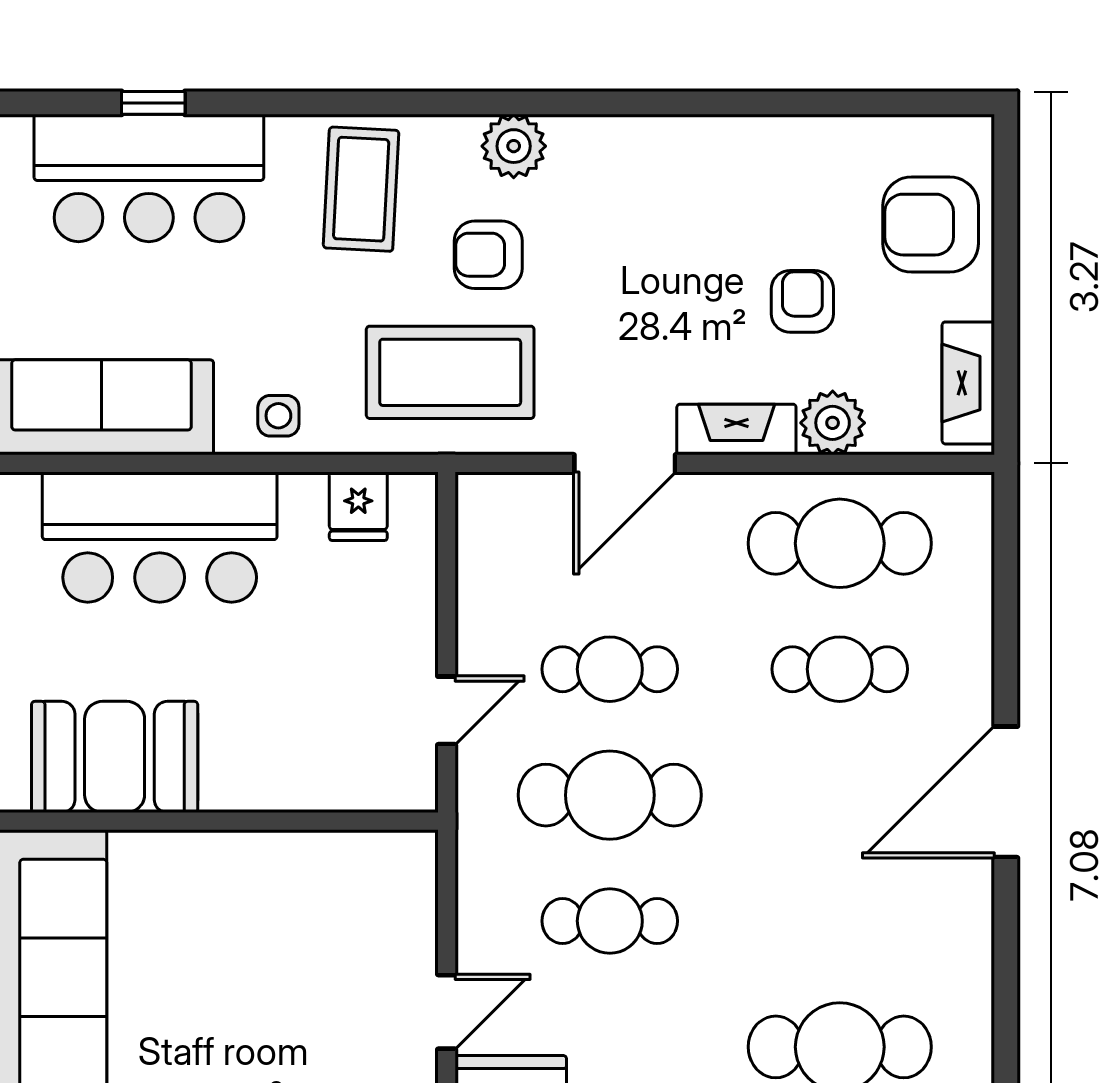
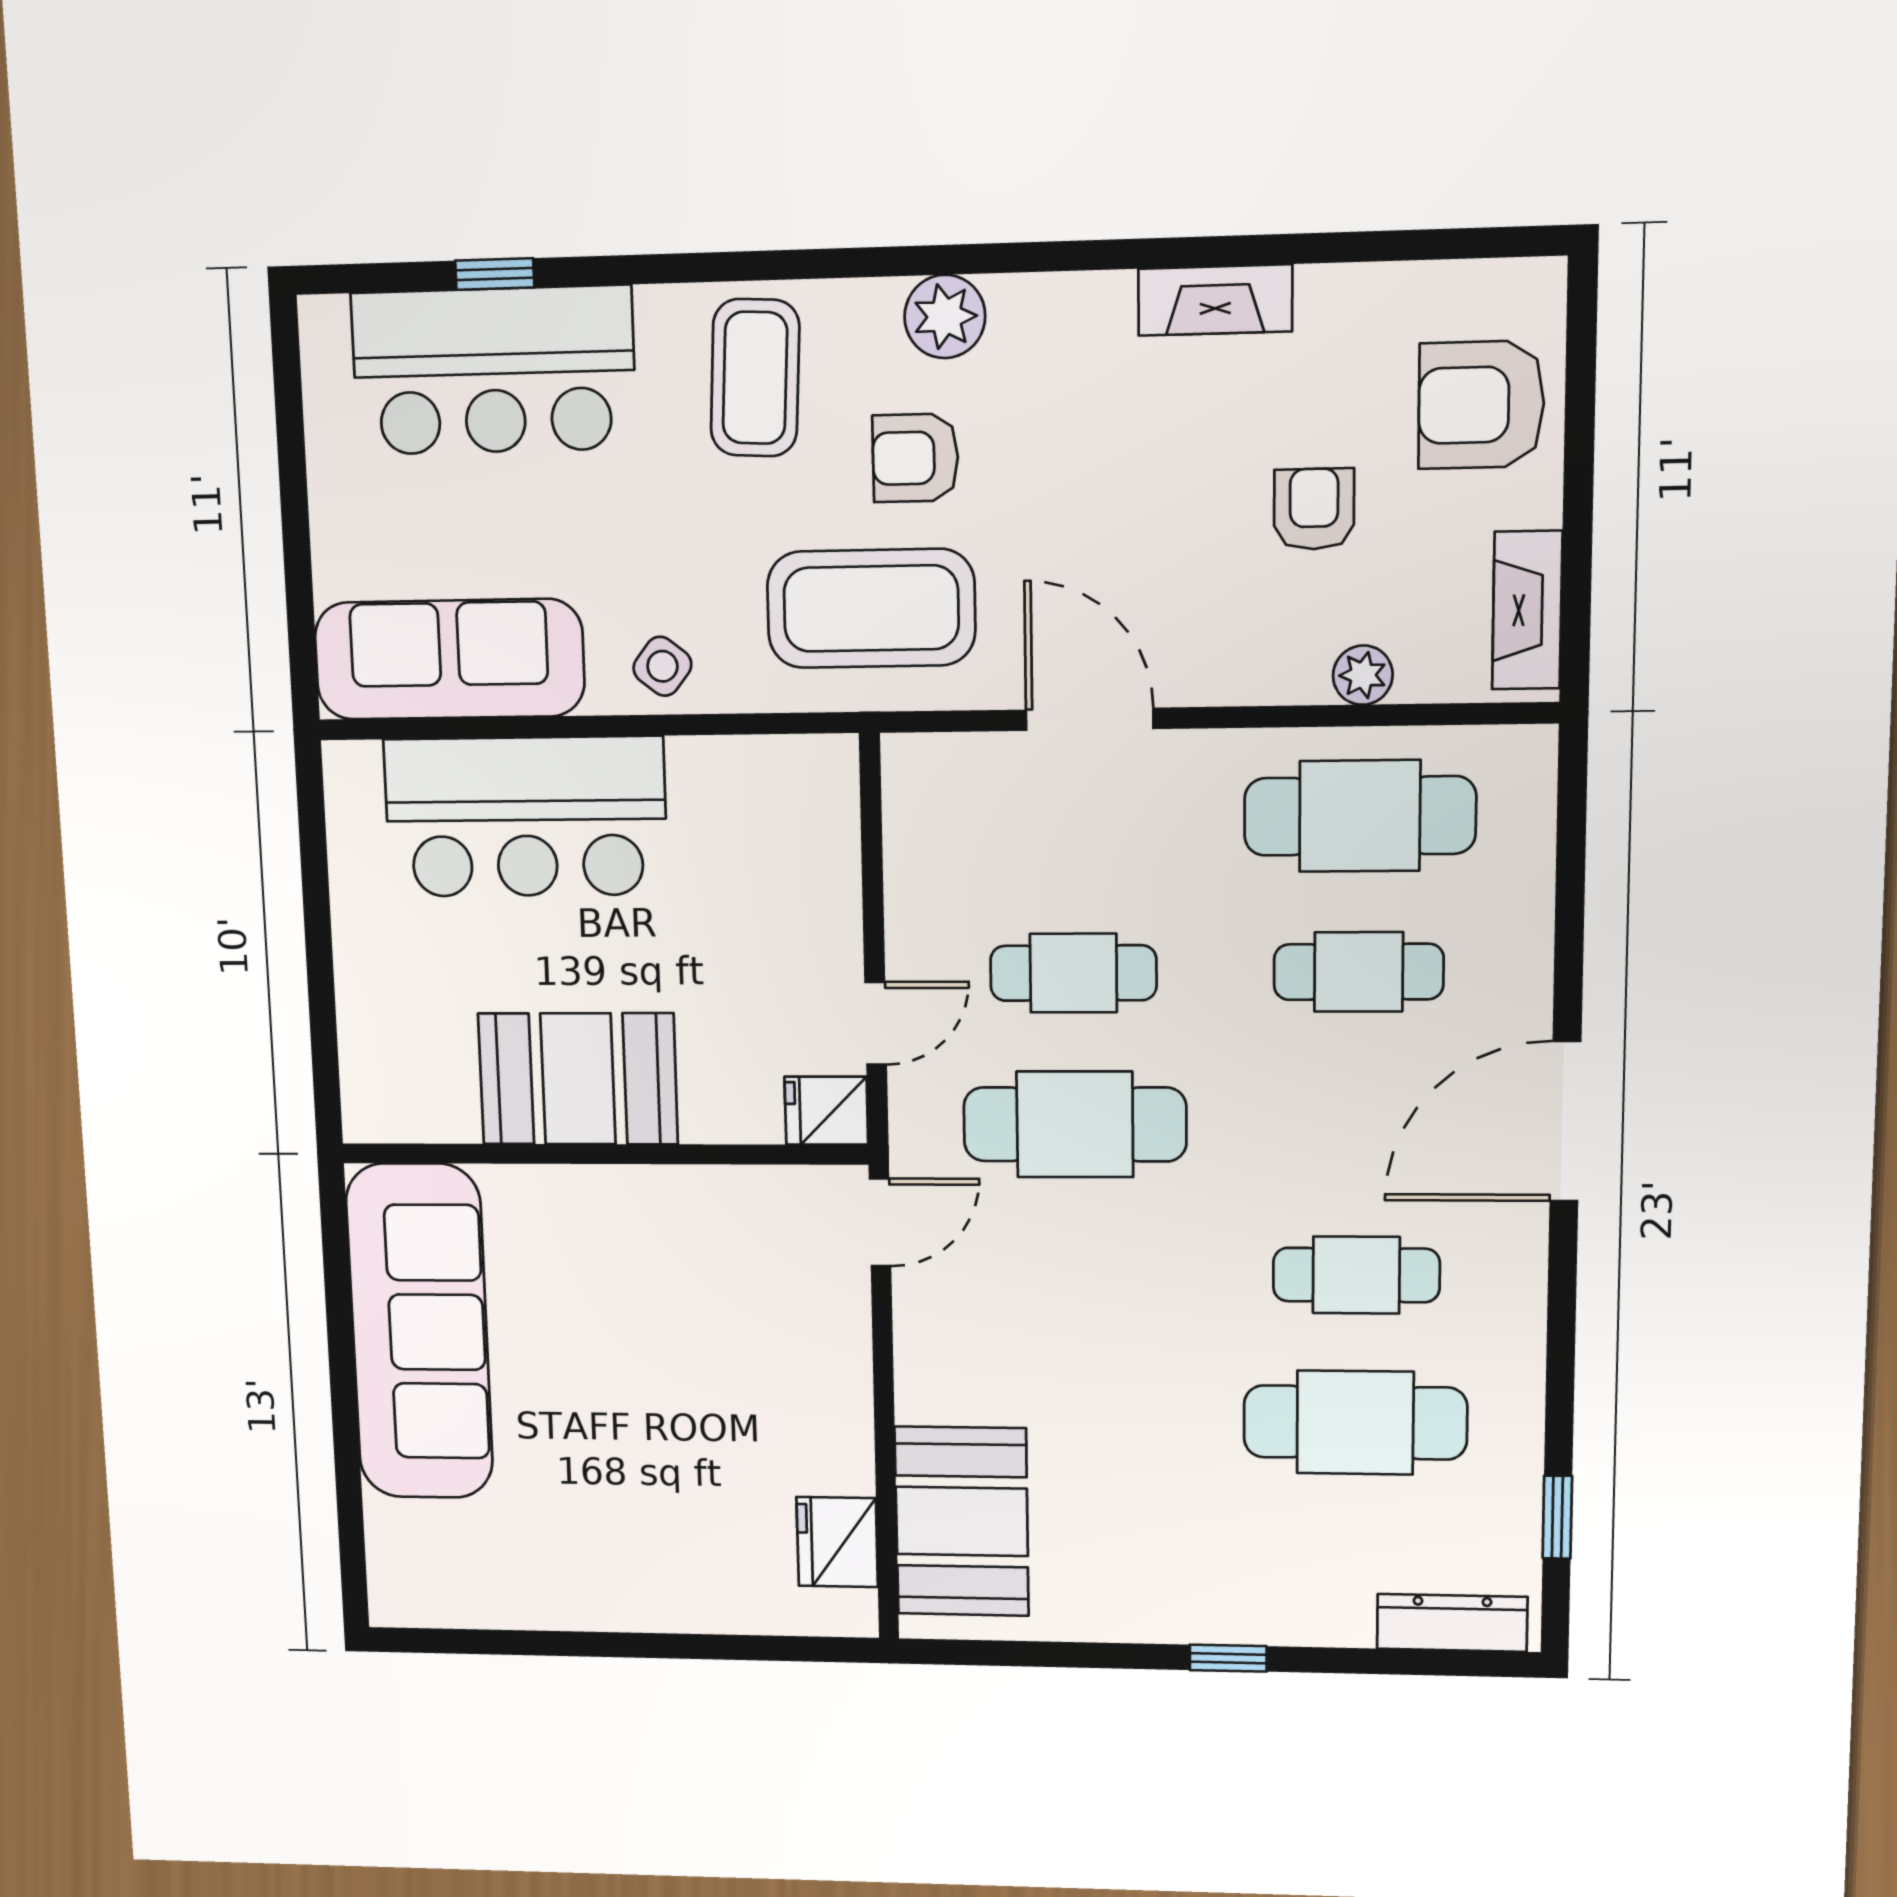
side table: (278, 416) -> (662, 666), turned 38
plant: (833, 423) -> (1363, 675), width x0.73, depth x0.73
fireplace: (736, 429) -> (1215, 300), moved, turned 180
door: (625, 463) -> (1090, 719), swing flipped
fridge: (358, 506) -> (826, 1111), moved, turned 90
booth: (115, 757) -> (578, 1079), moved
cafe table: (610, 921) -> (1356, 1275), moved
door: (447, 1012) -> (880, 1222), moved

